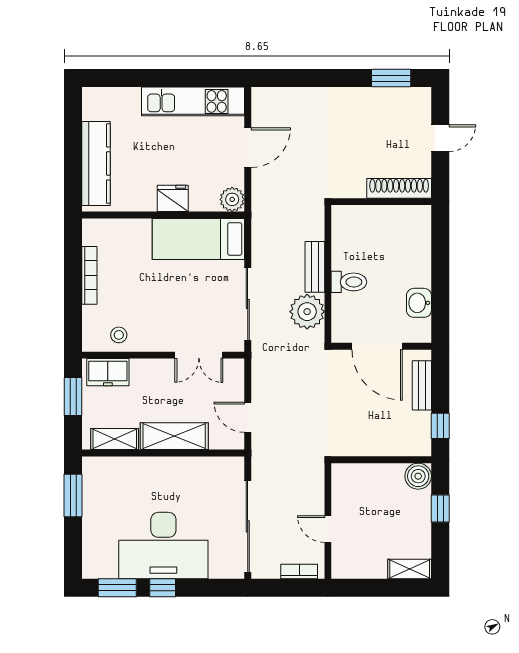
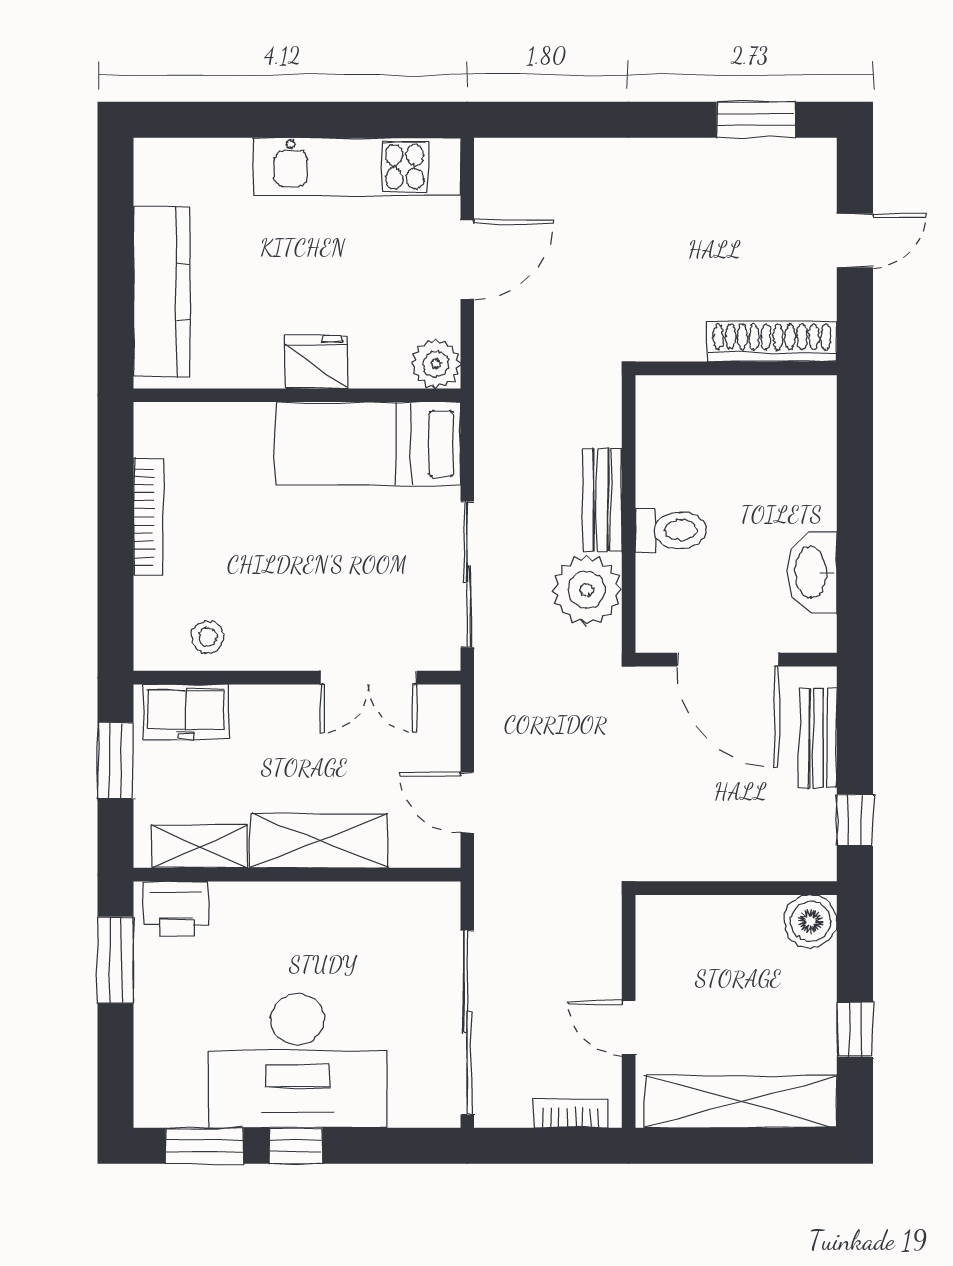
washbasin: (419, 303) -> (812, 572), width x1.38
printer: (103, 470) -> (176, 908), added
window: (440, 508) -> (855, 1030), moved
shelving: (410, 569) -> (741, 1102), width x2.20, depth x1.33

